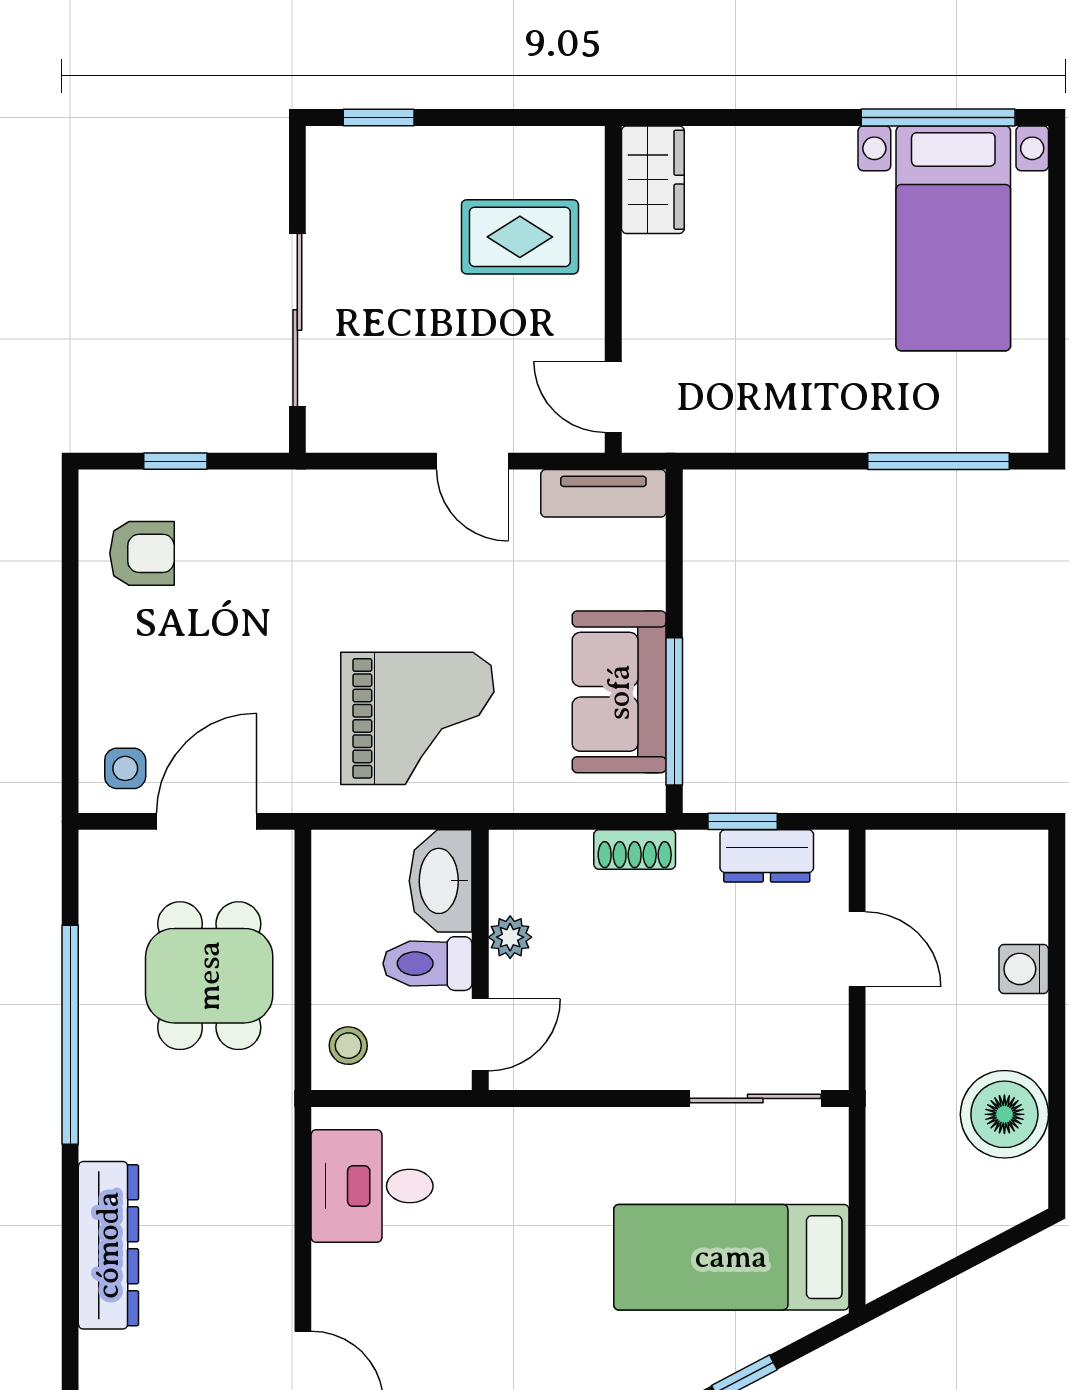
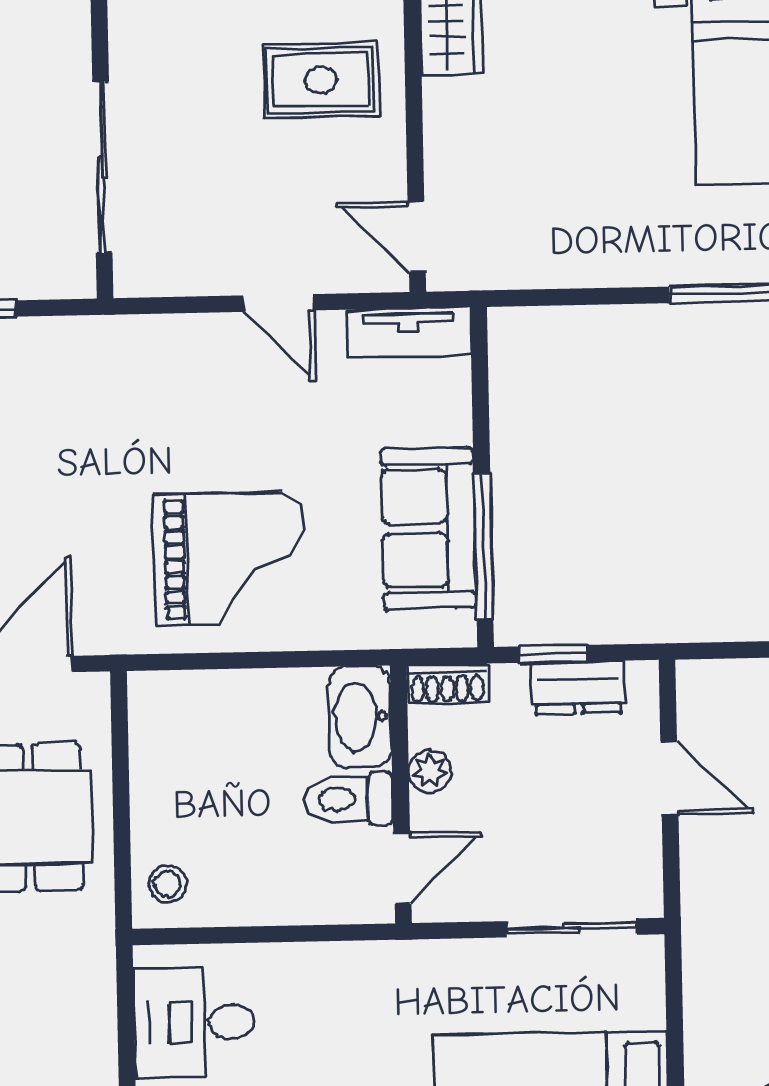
washbasin: (441, 881) -> (360, 717), moved
plant: (510, 937) -> (430, 771), moved
wall: (480, 960) -> (401, 794), moved
toilet: (428, 964) -> (349, 799), moved
door: (480, 1035) -> (402, 868), moved

